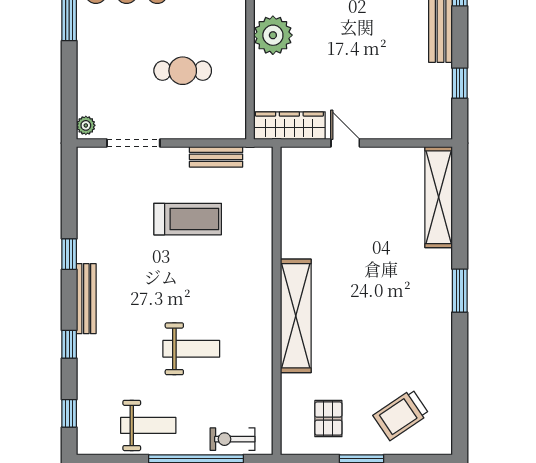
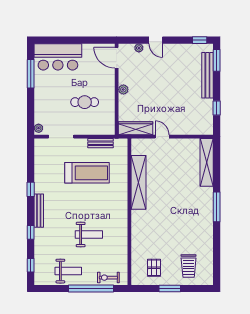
plant: (273, 35) -> (123, 90), width x0.53, depth x0.53
treadmill: (188, 219) -> (87, 173), width x1.37, depth x1.38
window: (460, 291) -> (217, 207), width x1.44
shelving: (296, 316) -> (138, 182), moved
trolley: (401, 415) -> (189, 266), turned -56

